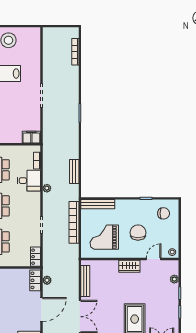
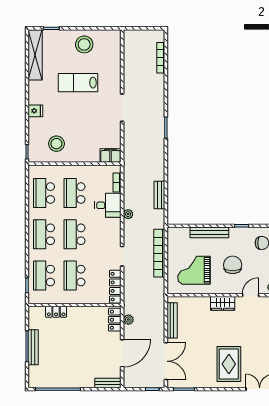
bench: (98, 204) -> (209, 232), moved
locker: (36, 257) -> (115, 287), width x1.53

